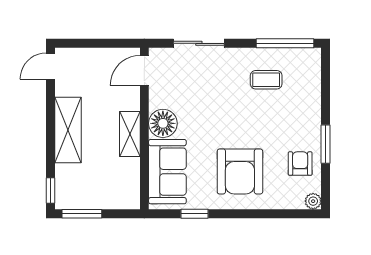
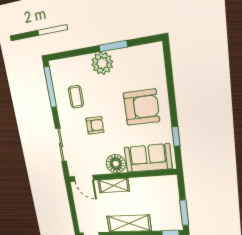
shelving: (130, 134) -> (114, 185), moved
armchair: (300, 164) -> (95, 125), moved, turned 180
plant: (313, 201) -> (102, 63), moved, width x1.88, depth x1.88

